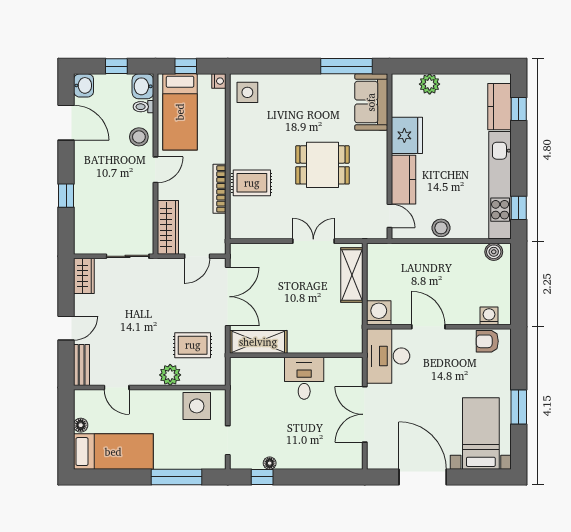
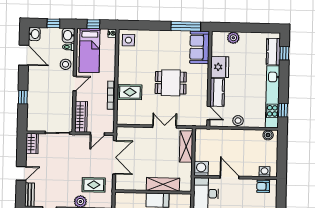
shelving: (258, 342) -> (163, 184), moved

